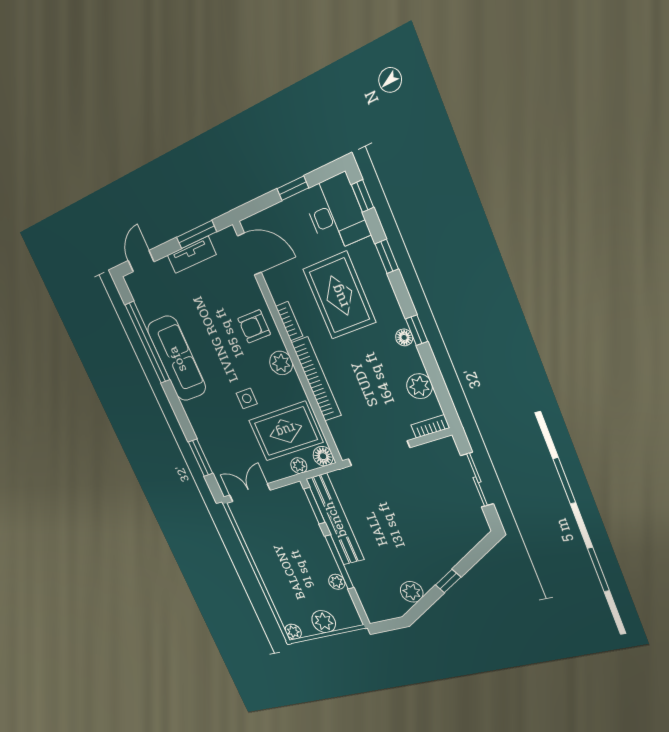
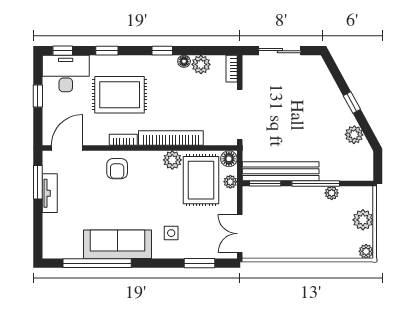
door: (141, 261) -> (38, 237), removed
floor lamp: (404, 337) -> (184, 61), moved
plant: (281, 363) -> (172, 160), moved
side table: (247, 398) -> (171, 233), moved

